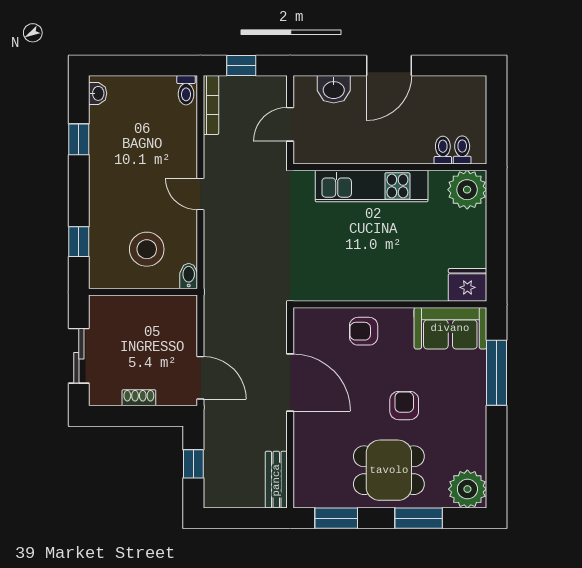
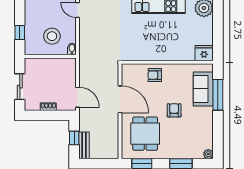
sofa: (450, 328) -> (203, 89), moved, turned 90
dining table: (389, 470) -> (145, 134), moved, turned 90
bench: (276, 480) -> (84, 145), moved
plant: (467, 489) -> (208, 154), width x0.53, depth x0.53

